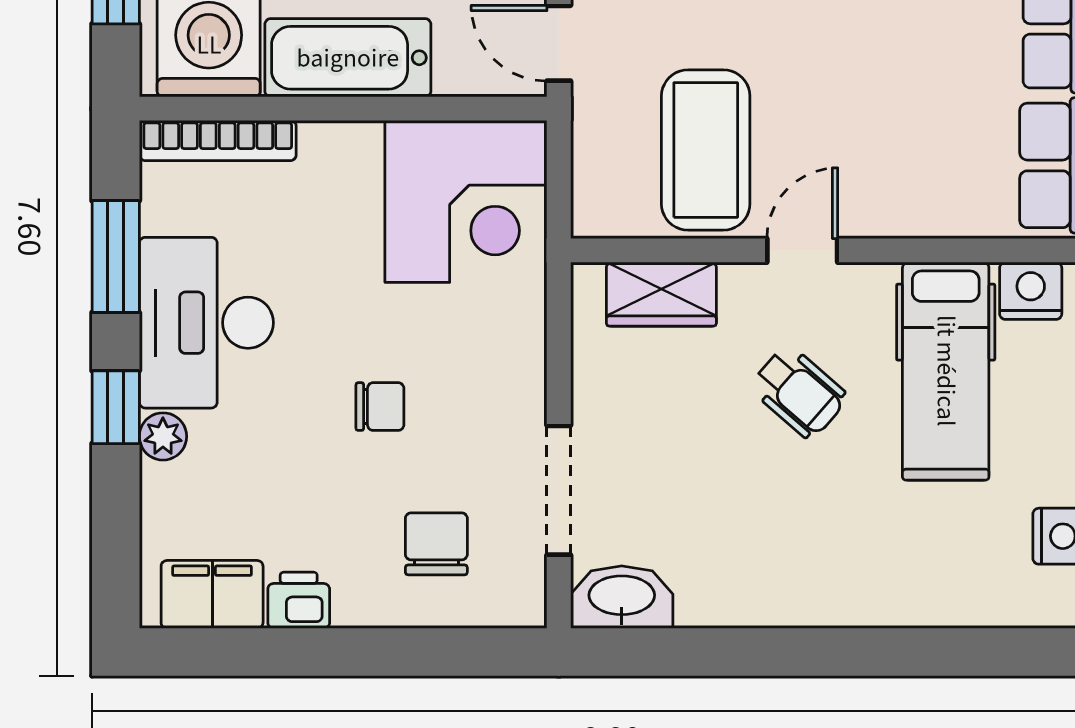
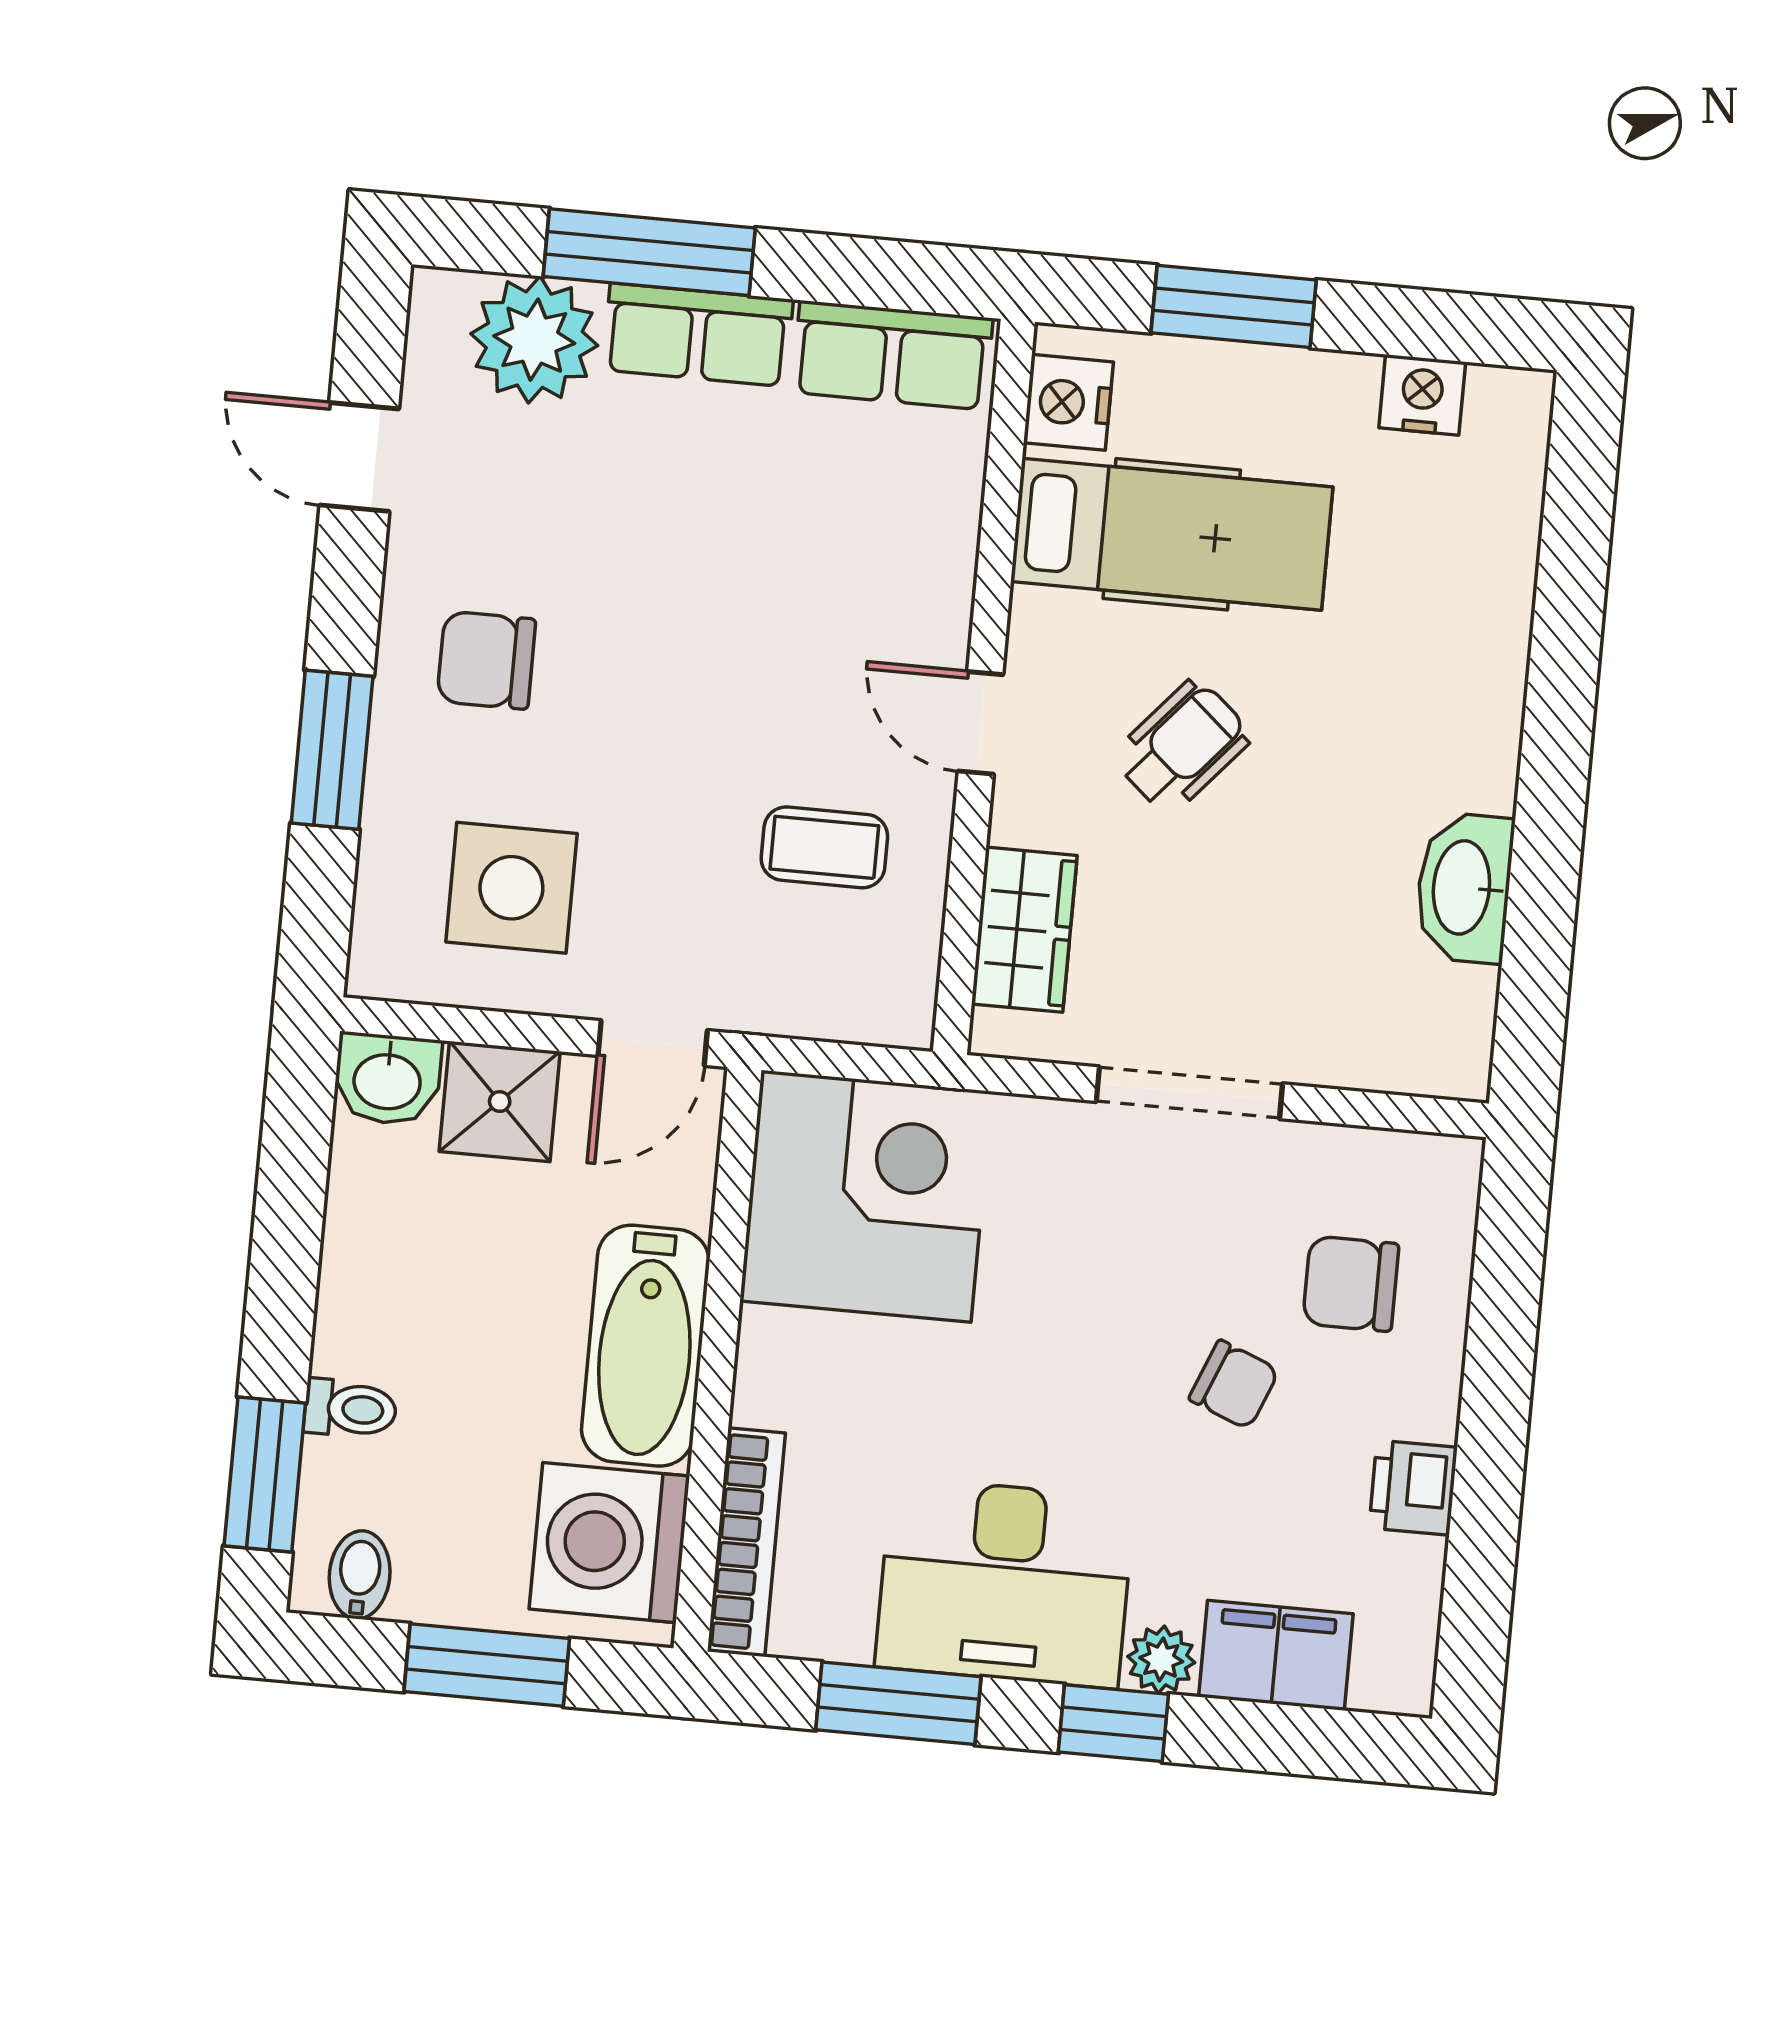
coffee table: (706, 150) -> (824, 847), width x0.54, depth x0.58
chair: (380, 407) -> (1234, 1385), moved, turned 112
doorway: (559, 490) -> (1189, 1093), moved
filing cabinet: (212, 594) -> (1276, 1655), moved, turned 90
washbasin: (622, 597) -> (1464, 888), moved

